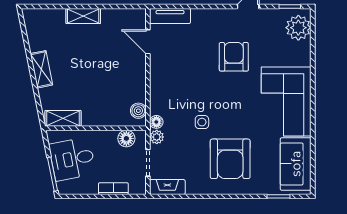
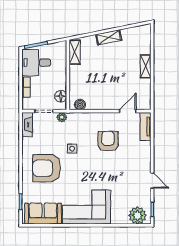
armchair: (234, 57) -> (108, 141), moved, turned -90
floor lamp: (156, 122) -> (72, 117), removed
desk: (72, 159) -> (36, 63), moved, turned -79

